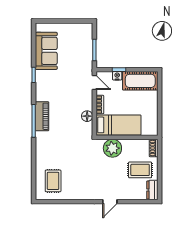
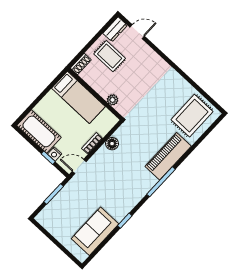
door: (94, 82) -> (79, 166), hinge flipped
piano: (42, 116) -> (168, 156), moved, width x1.37, depth x1.33
bed: (118, 125) -> (78, 97), moved, turned 180
plant: (112, 148) -> (113, 100), width x0.53, depth x0.53
rug: (53, 181) -> (192, 116), width x1.36, depth x1.43
door: (110, 202) -> (137, 32), moved

